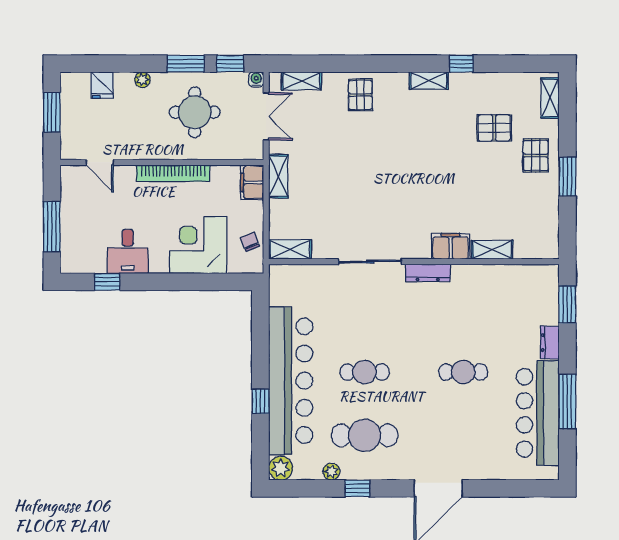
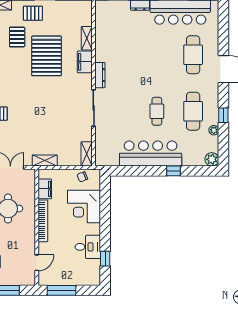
pallet: (461, 179) -> (47, 56), added
filing cabinet: (252, 182) -> (45, 189), moved, turned -90
window: (52, 227) -> (62, 290), moved
cafe table: (463, 372) -> (193, 55), moved, width x1.37, depth x1.35
bar counter: (291, 381) -> (151, 154), width x0.73

